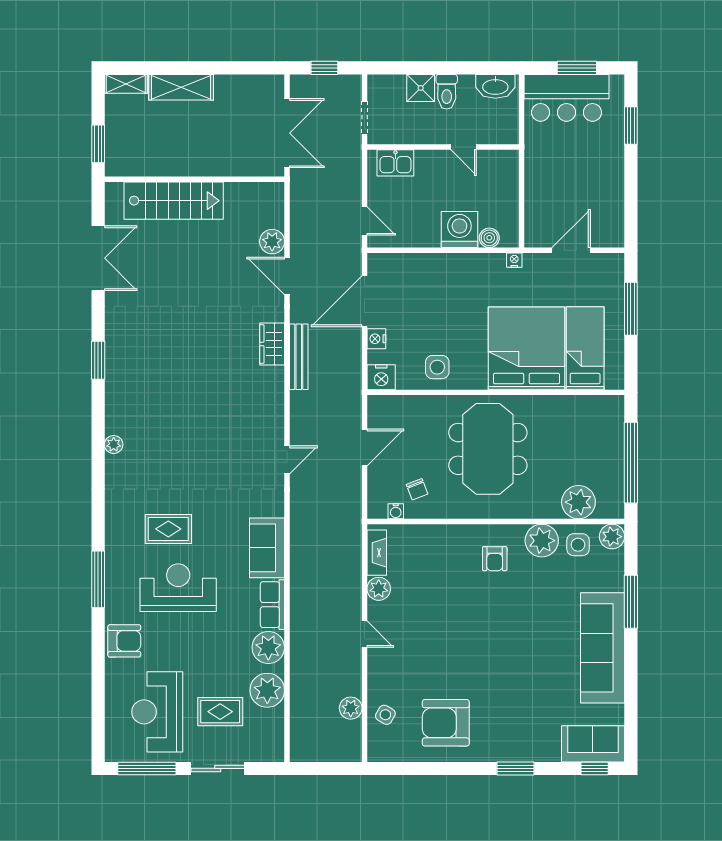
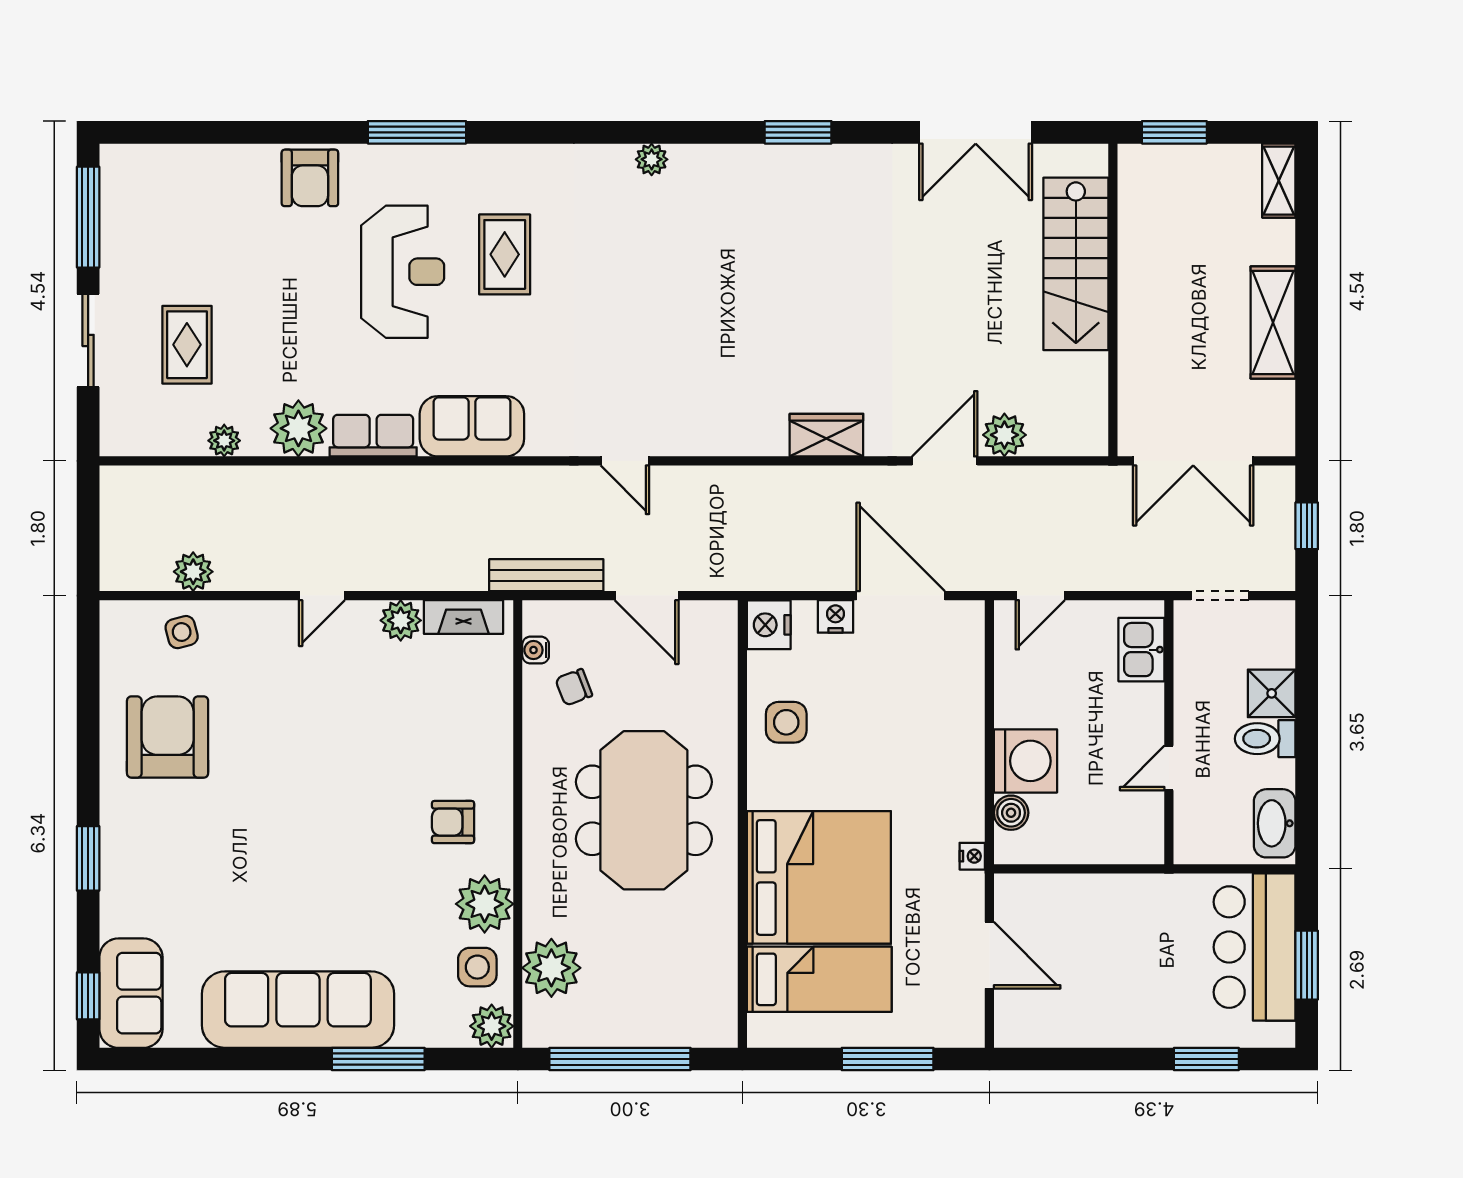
shelving: (181, 87) -> (1273, 323), moved
bench: (299, 357) -> (546, 575), moved
meeting table: (488, 449) -> (644, 810), turned 90
plant: (267, 690) -> (224, 441), width x0.53, depth x0.53
reception desk: (157, 712) -> (187, 235), removed
side table: (385, 715) -> (182, 632), turned 45

